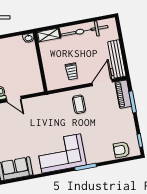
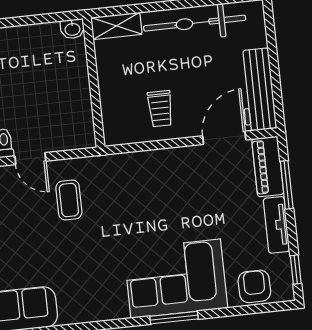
coffee table: (79, 104) -> (69, 200), moved
tv unit: (129, 121) -> (277, 225), added
armchair: (121, 150) -> (254, 286), turned 90
corner sofa: (61, 153) -> (176, 279), moved

